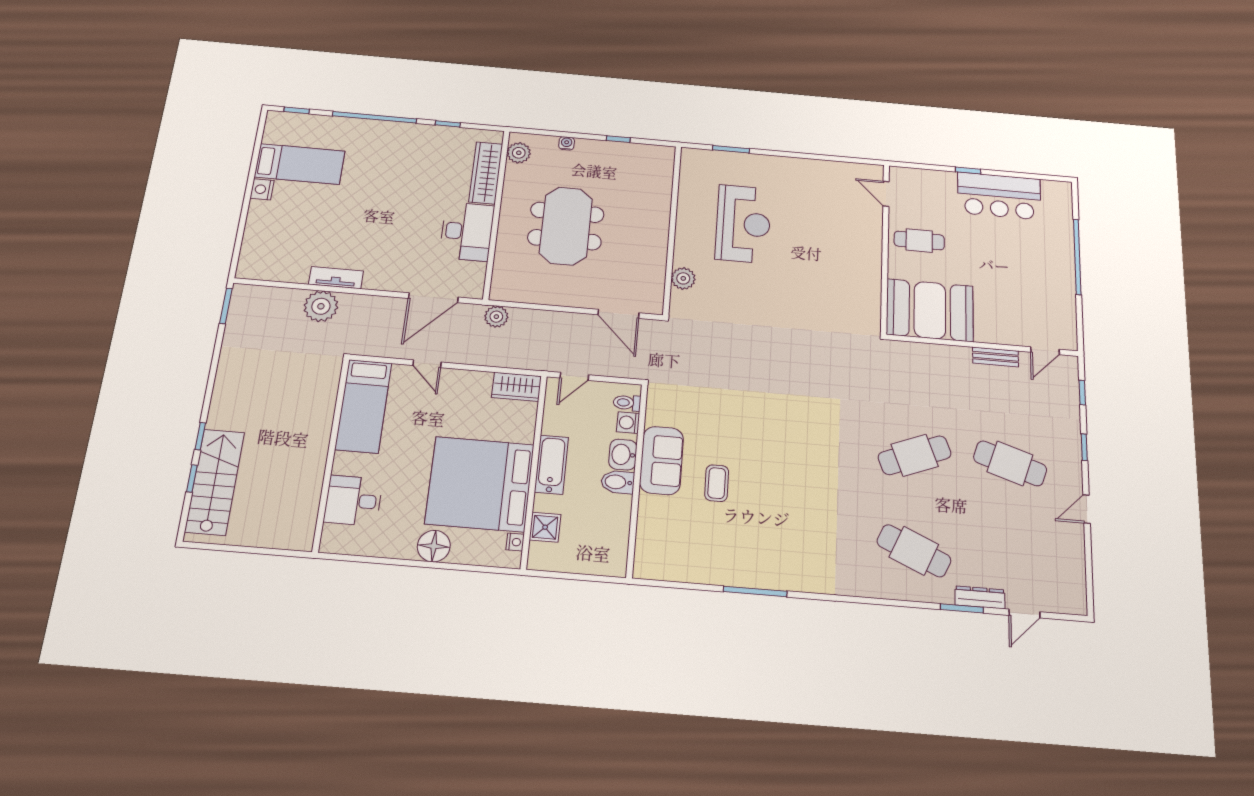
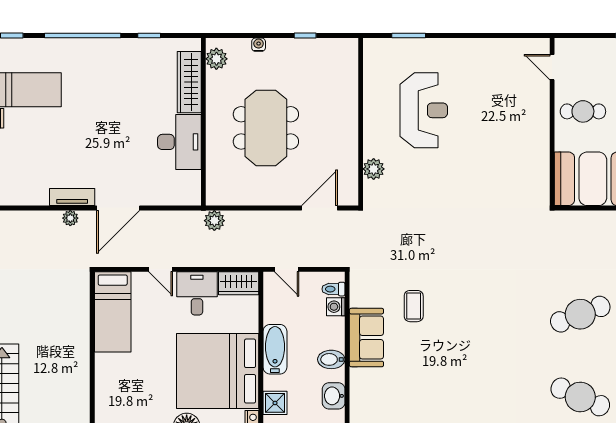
door: (433, 298) -> (118, 208), moved
plant: (321, 306) -> (70, 218), width x0.53, depth x0.53
door: (618, 314) -> (319, 208), swing flipped
door: (574, 376) -> (287, 269), hinge flipped
washbasin: (623, 455) -> (334, 396), moved
coffee table: (717, 483) -> (414, 306), moved
desk: (353, 501) -> (197, 293), moved, turned 90

